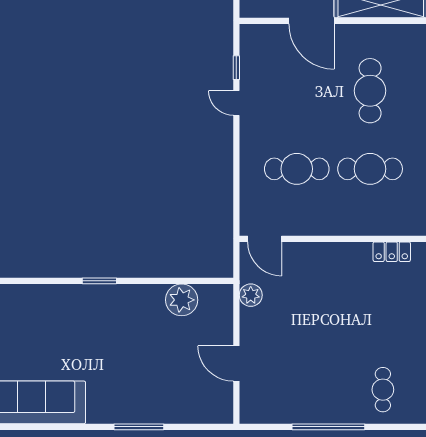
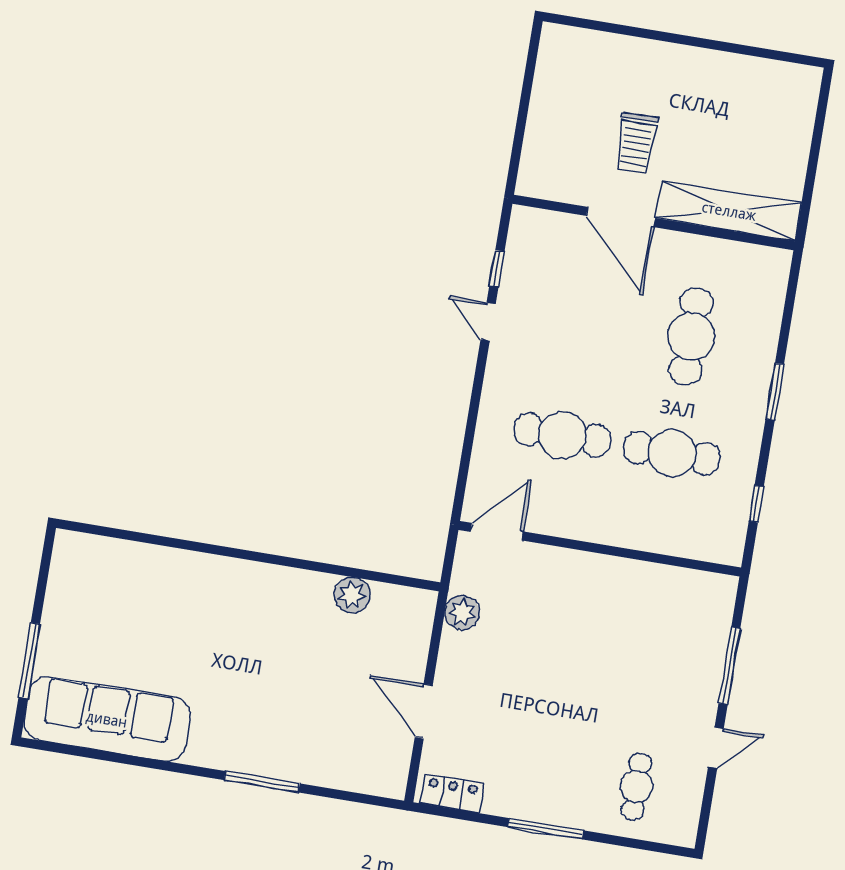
door: (265, 239) -> (497, 532), swing flipped
locker: (392, 252) -> (452, 793), moved, turned 180
window: (99, 281) -> (239, 554), removed
plant: (182, 300) -> (352, 595), width x0.73, depth x0.73
window: (328, 427) -> (546, 829), width x0.68

